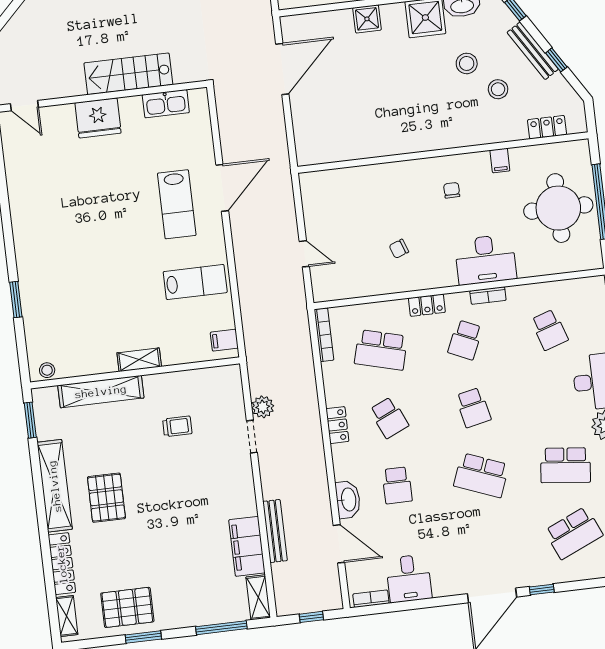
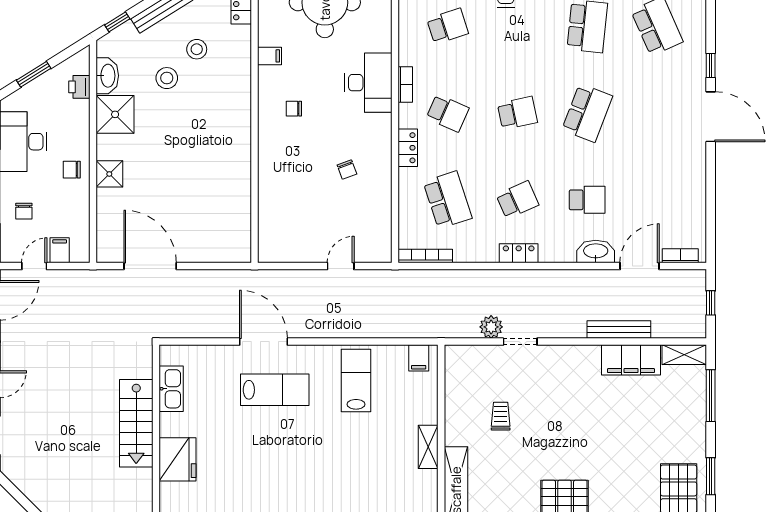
school desk: (381, 350) -> (448, 200), turned -33
desk: (409, 578) -> (683, 199), removed
bookcase: (371, 599) -> (680, 256), moved, turned 90

